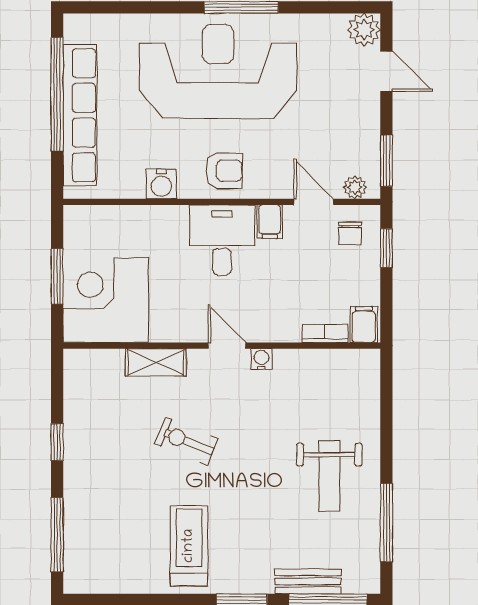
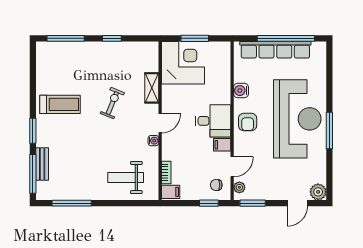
weight bench: (329, 476) -> (126, 178), moved

